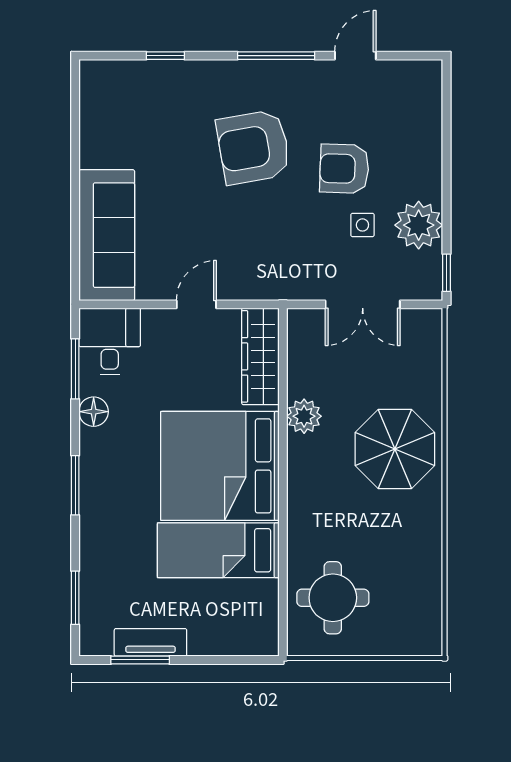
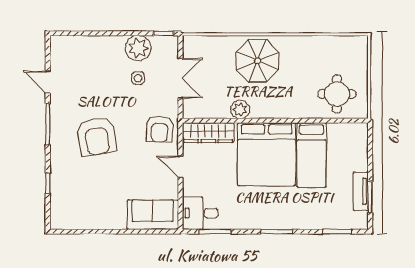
armchair: (344, 169) -> (160, 129), moved
sofa: (107, 235) -> (153, 215), width x0.73
floor lamp: (94, 412) -> (238, 222), removed

